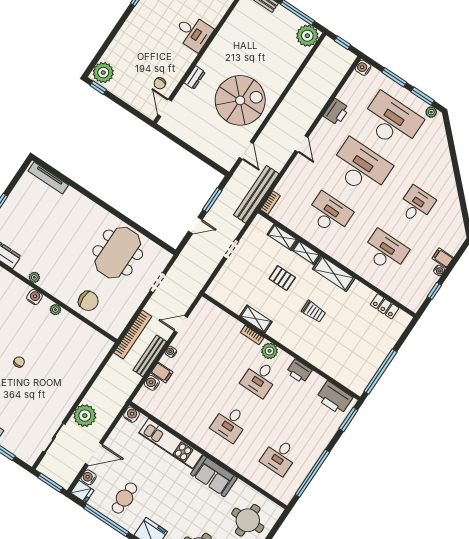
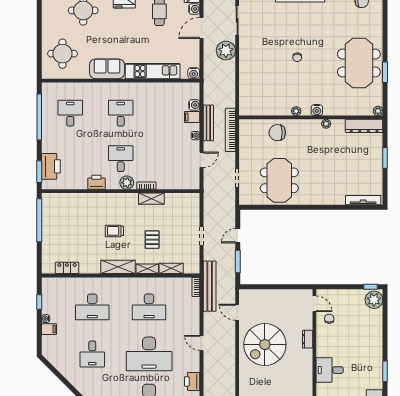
pallet: (282, 278) -> (152, 240), turned 90
printer: (334, 398) -> (51, 166), moved, turned 90

